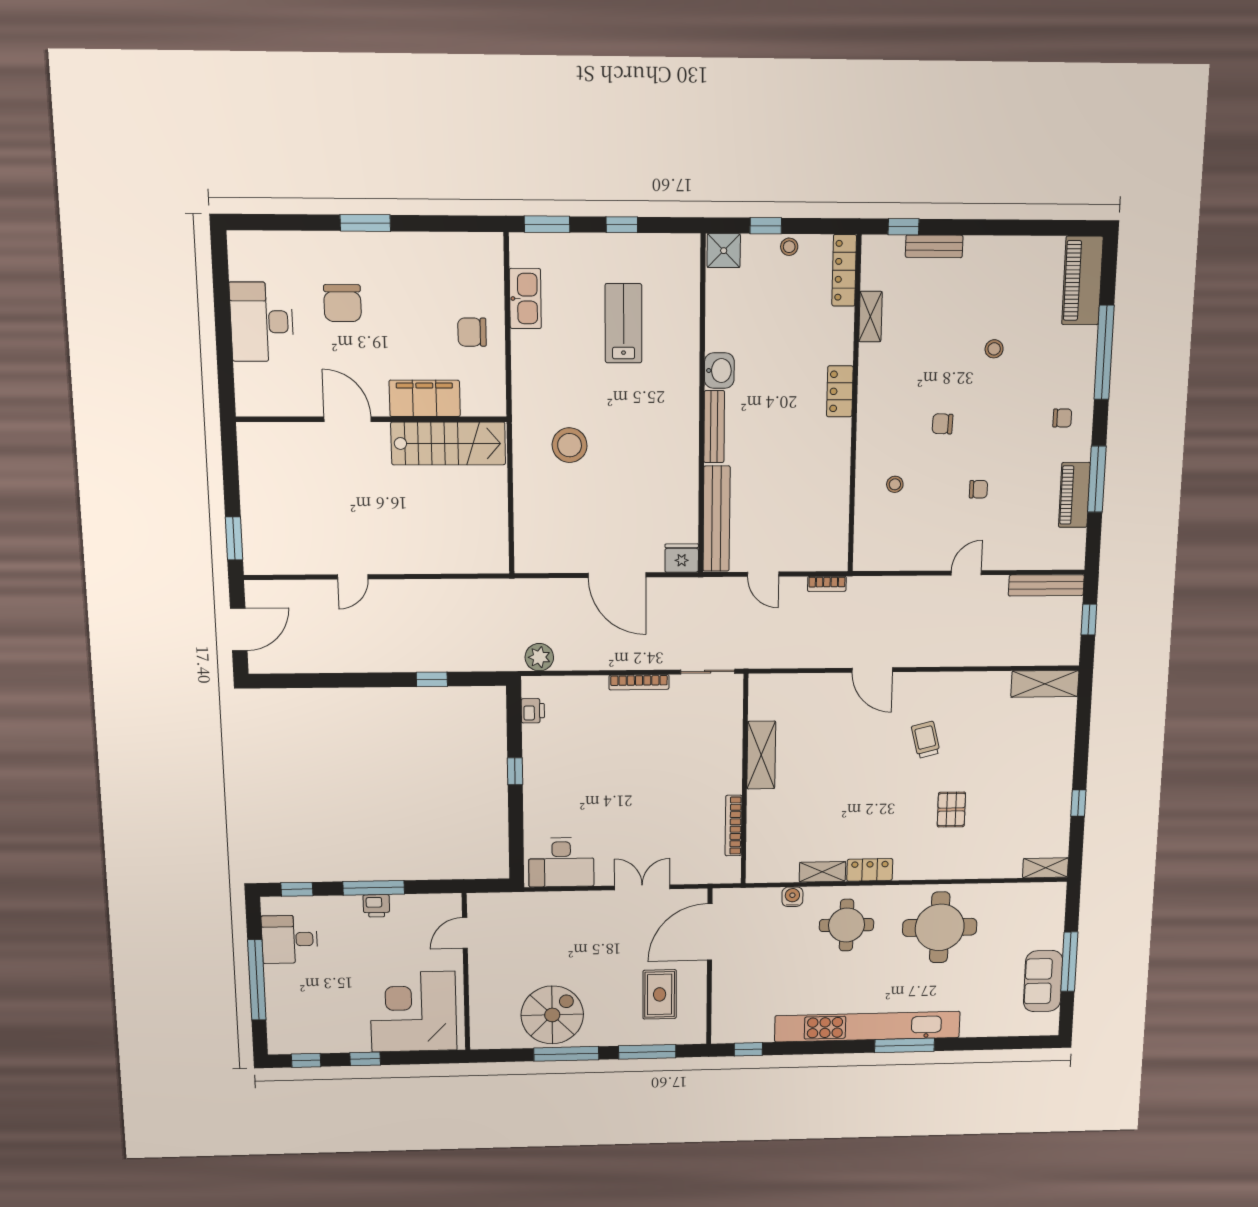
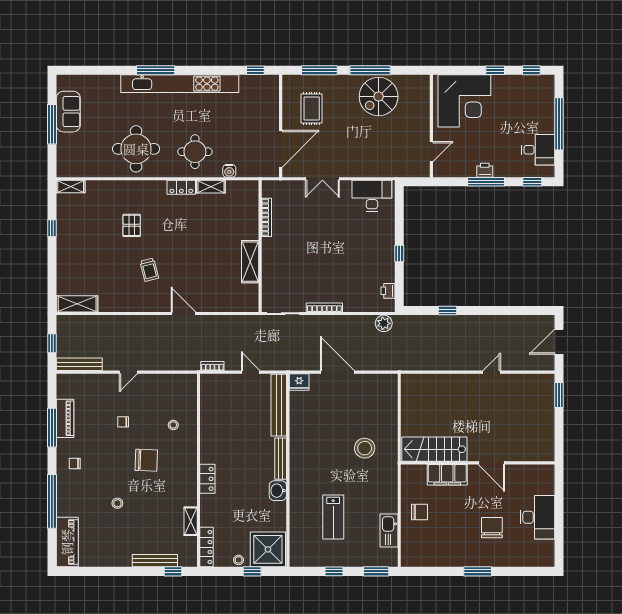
bench: (934, 246) -> (155, 561), width x1.36
shower: (724, 251) -> (268, 549), width x1.86, depth x1.86
chair: (942, 424) -> (146, 460), width x1.87, depth x1.87

